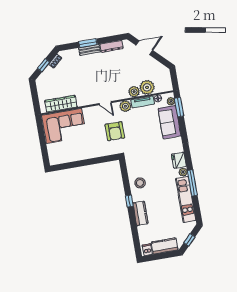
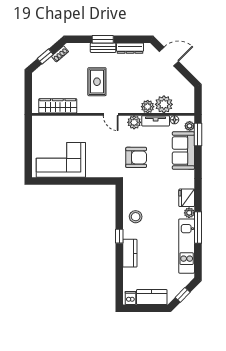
rug: (89, 78) -> (97, 82), added
corner sofa: (64, 126) -> (61, 160), moved, turned 180
armchair: (115, 131) -> (136, 157), moved, turned -90

